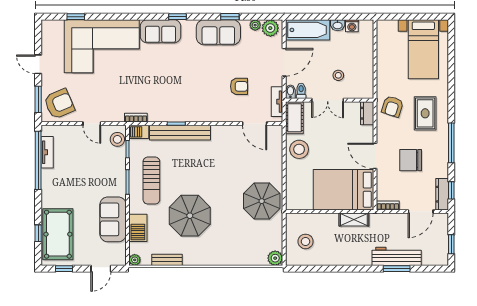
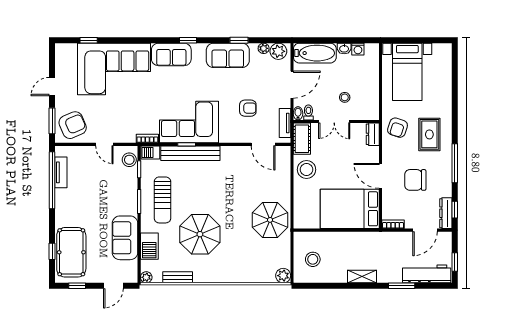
bed with nightstands: (423, 49) -> (407, 72), moved
door: (38, 64) -> (52, 87), hinge flipped
corner sofa: (178, 101) -> (189, 122), added
shelving: (354, 220) -> (362, 276), moved
workbench: (397, 256) -> (427, 274), moved

